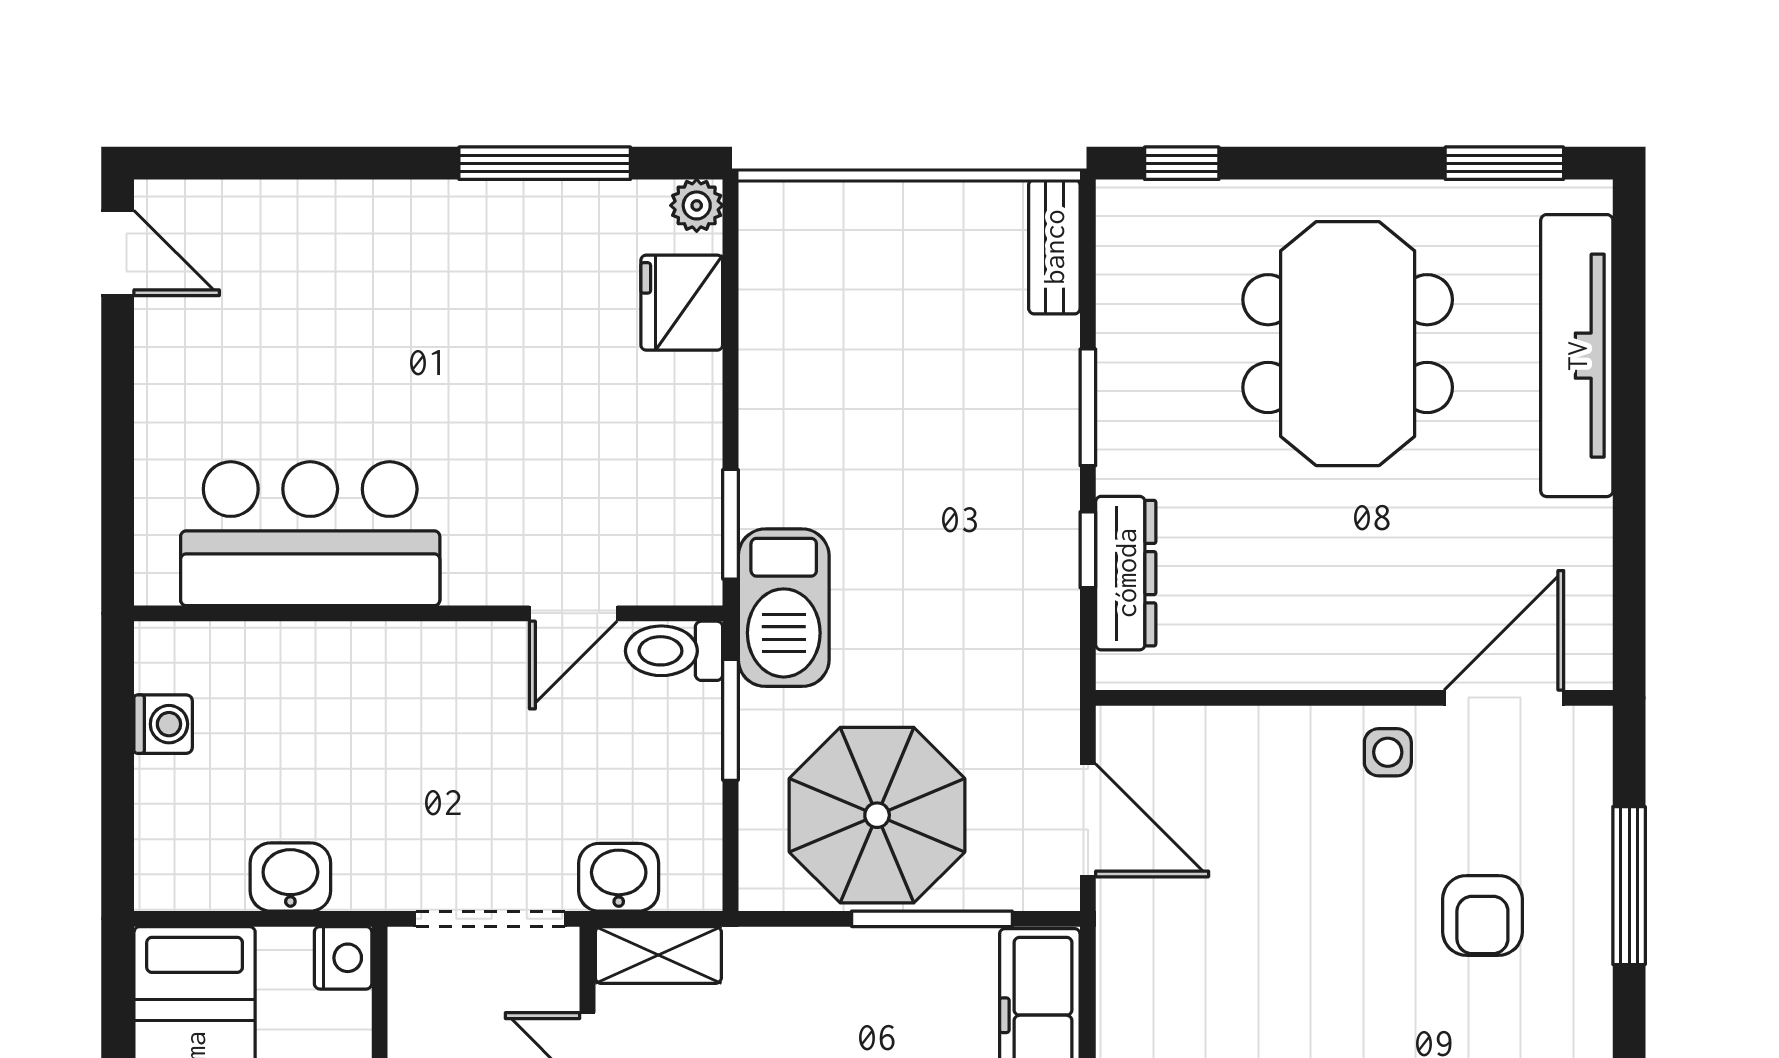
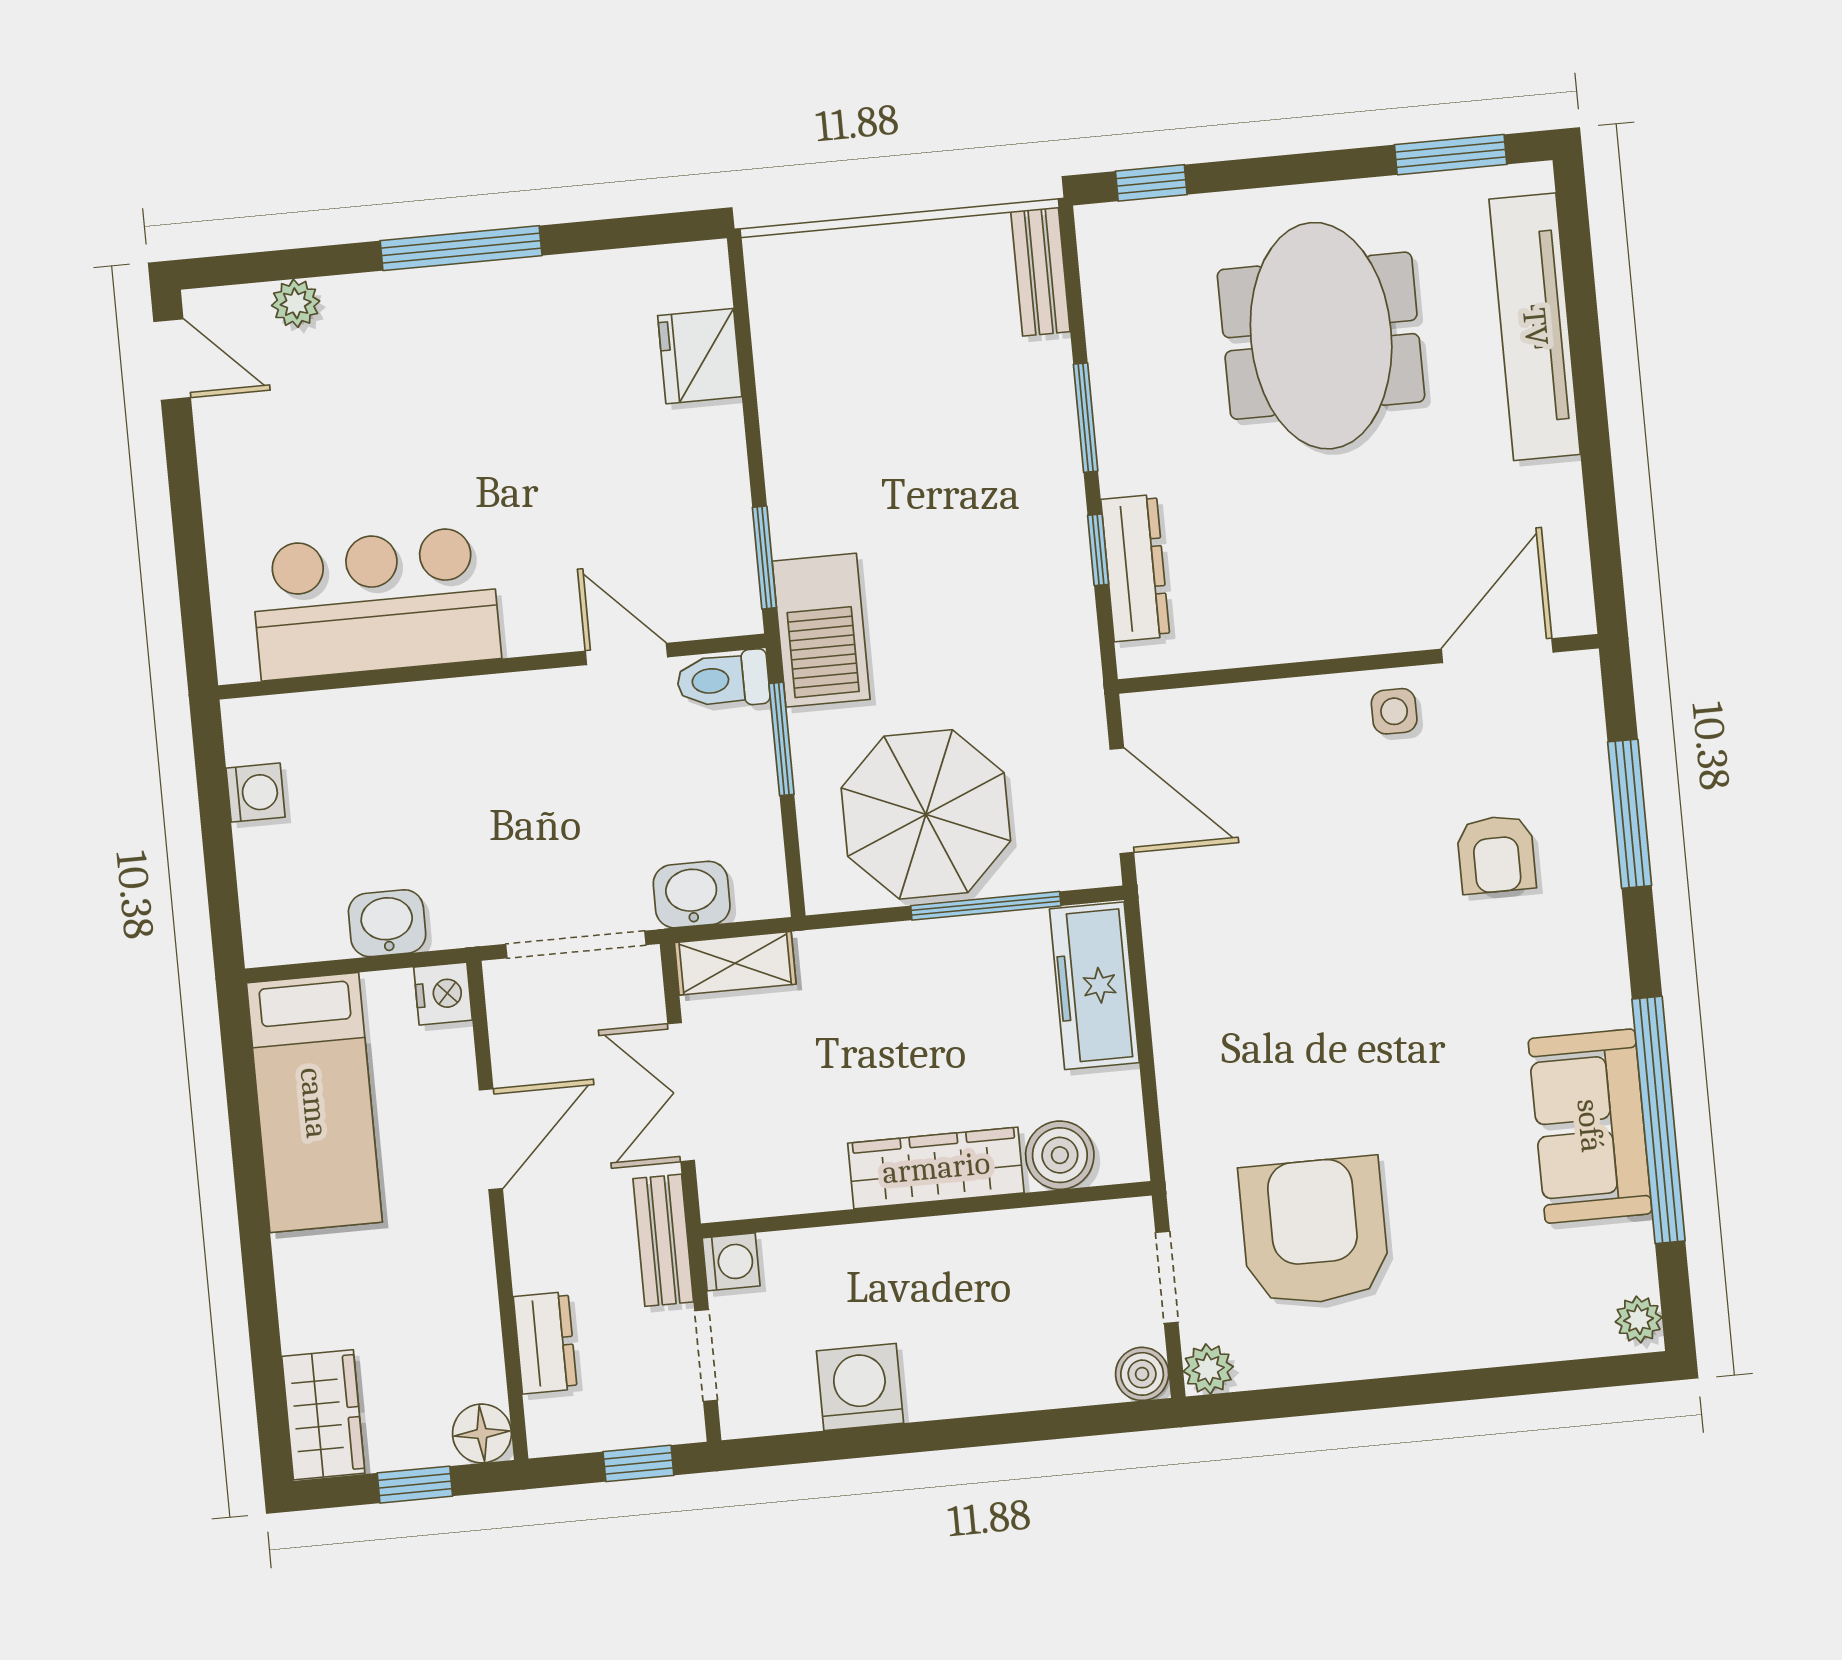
window: (545, 163) -> (461, 248), moved
plant: (697, 205) -> (296, 303), moved
door: (573, 613) -> (626, 654), swing flipped

